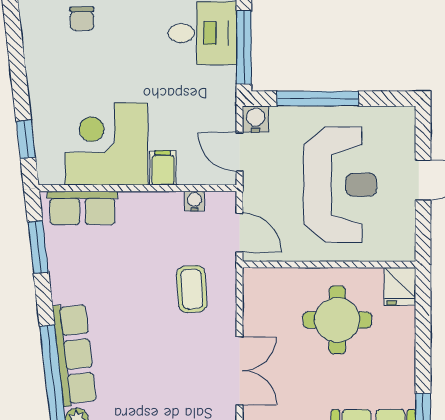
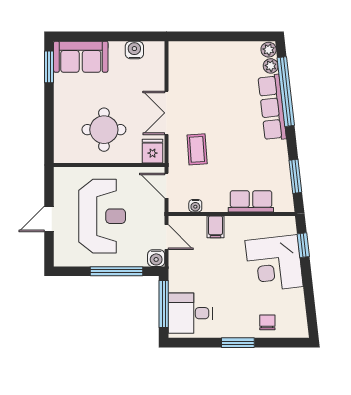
corner desk: (106, 144) -> (274, 263), moved, turned 83
reception desk: (340, 185) -> (102, 216), turned 180
row of seats: (82, 208) -> (251, 201), moved
fridge: (400, 286) -> (152, 151), moved
double door: (239, 371) -> (166, 113), moved

